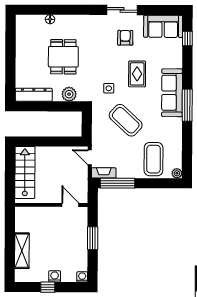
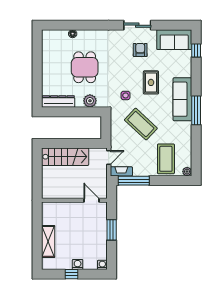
door: (90, 157) -> (109, 157), swing flipped
stairs: (25, 173) -> (65, 157), moved, turned 90

